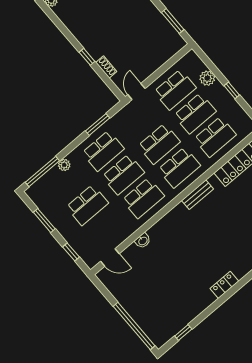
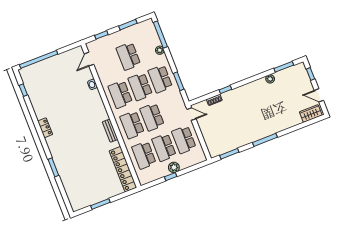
plant: (207, 78) -> (174, 167), moved

